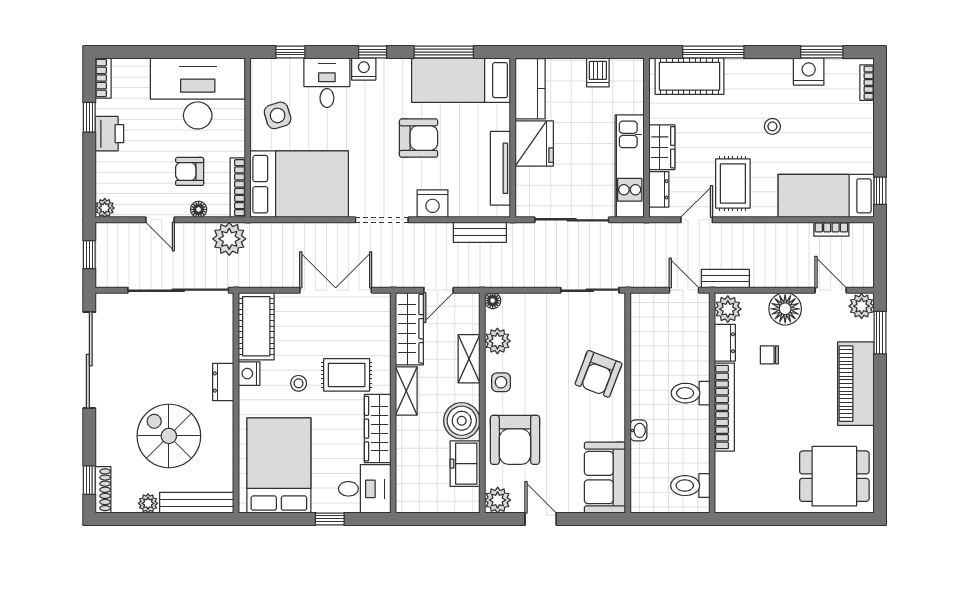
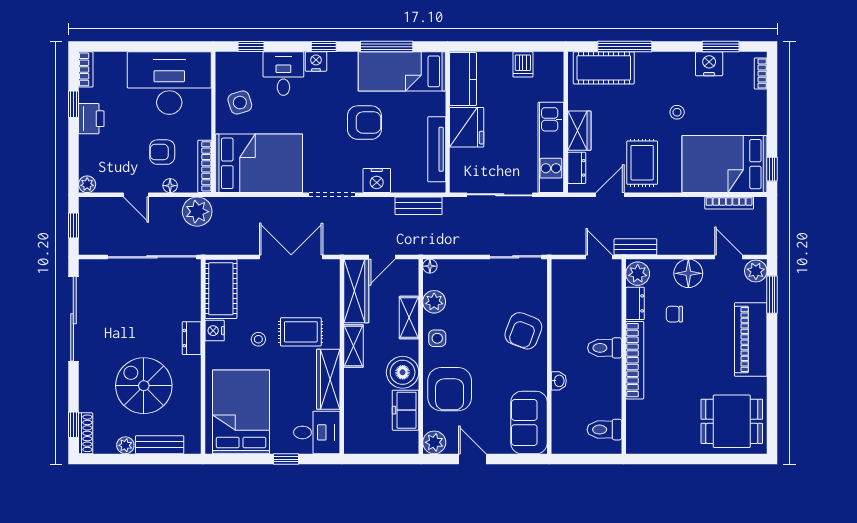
bed: (826, 196) -> (724, 164), width x1.50
bookcase: (831, 229) -> (729, 203), width x1.56
bench: (197, 503) -> (160, 445), width x0.73

